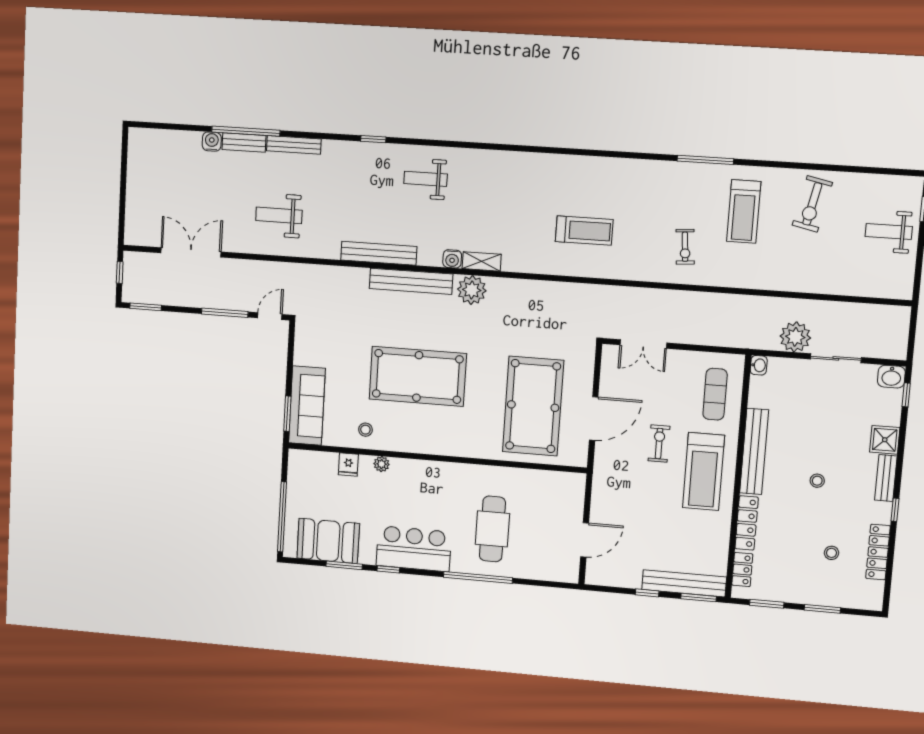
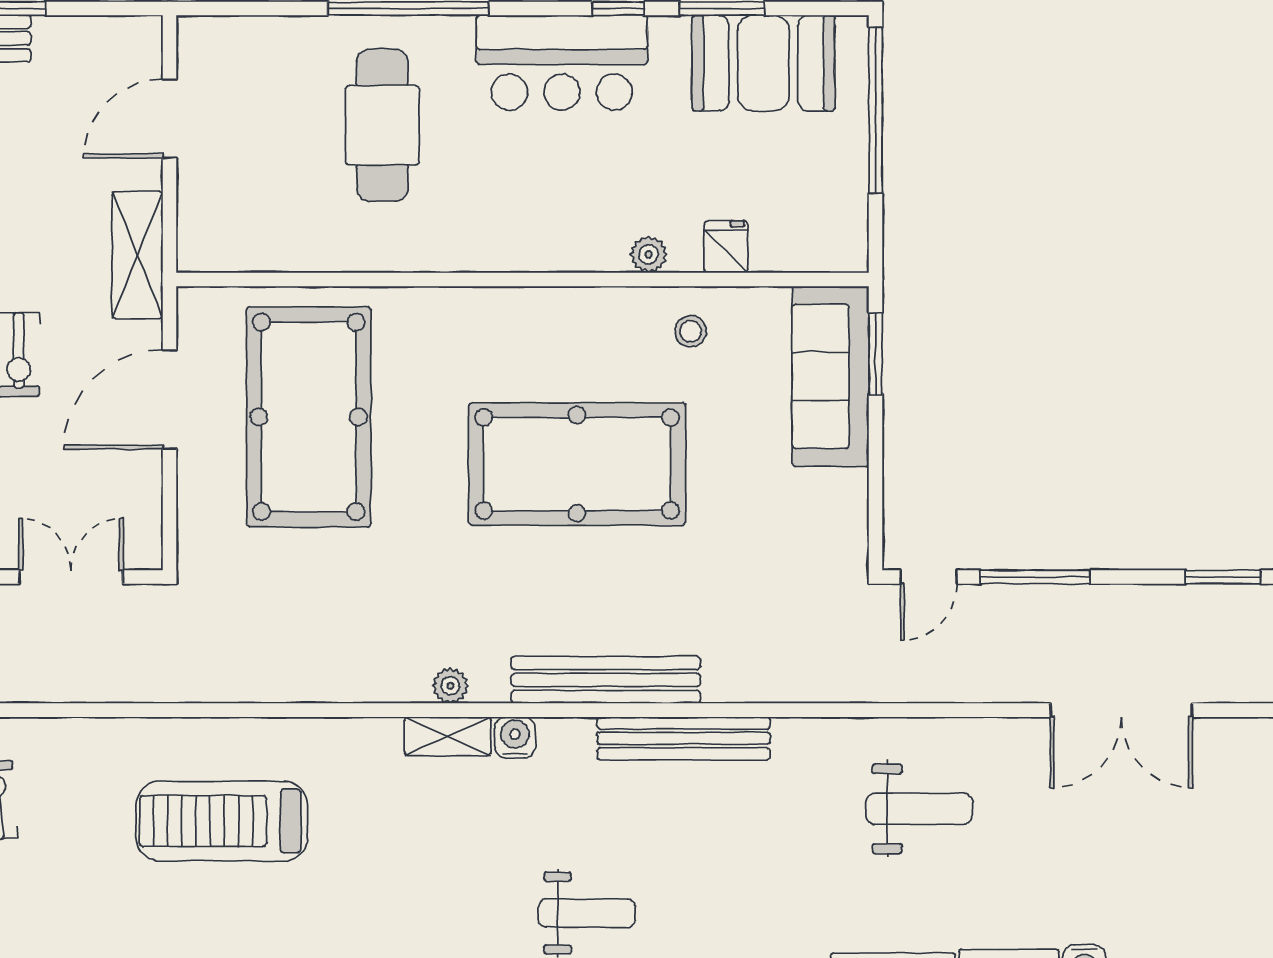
treadmill: (584, 231) -> (222, 821), width x1.37, depth x1.38
plant: (472, 290) -> (450, 686), width x0.53, depth x0.53
shelving: (603, 482) -> (137, 255), added

